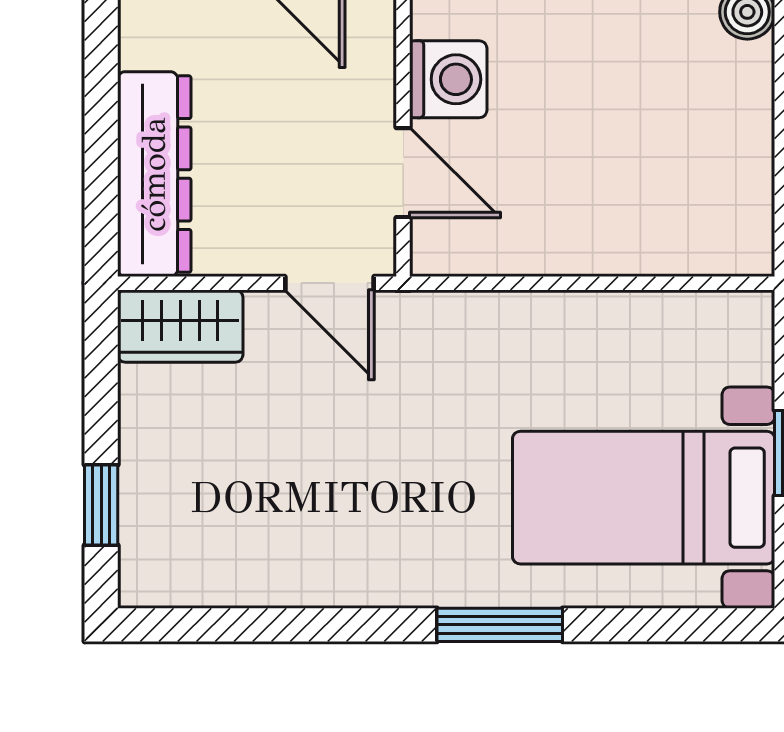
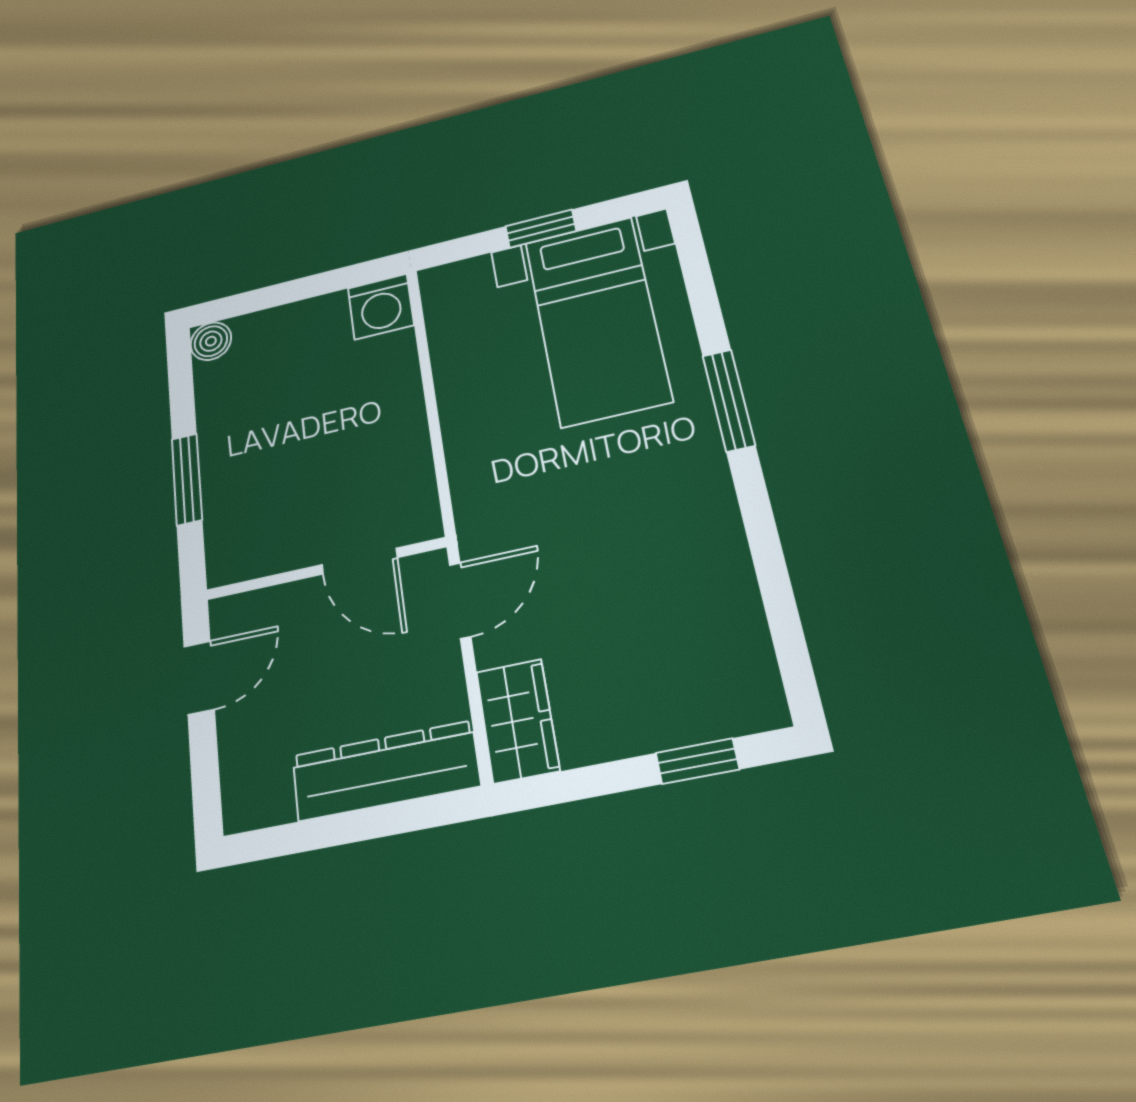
washing machine: (448, 79) -> (381, 307), moved, turned 180
door: (403, 173) -> (359, 561), swing flipped

